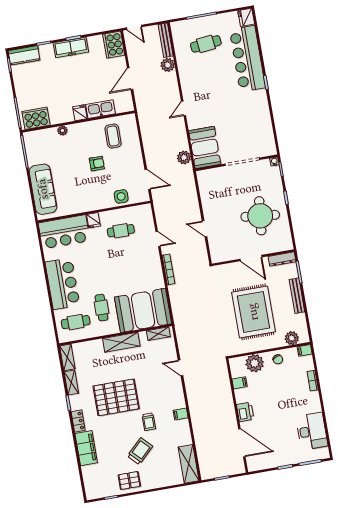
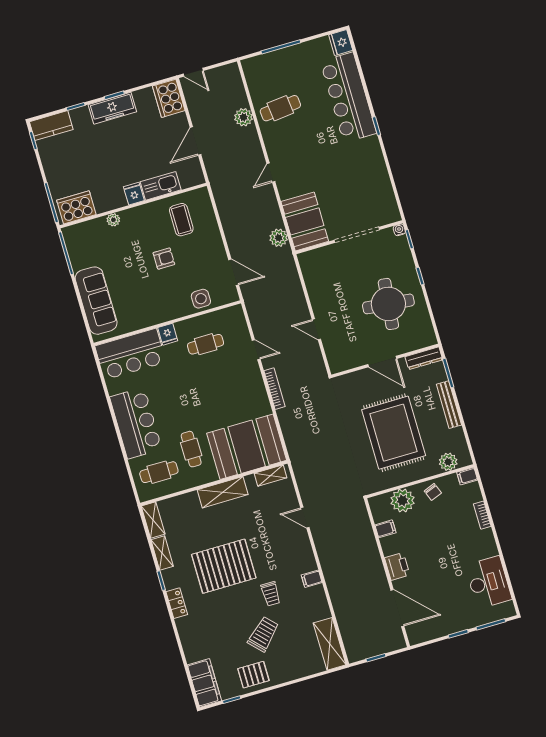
bench: (166, 40) -> (237, 85), removed
cafe table: (206, 44) -> (280, 108), moved
filing cabinet: (86, 448) -> (204, 683), moved

